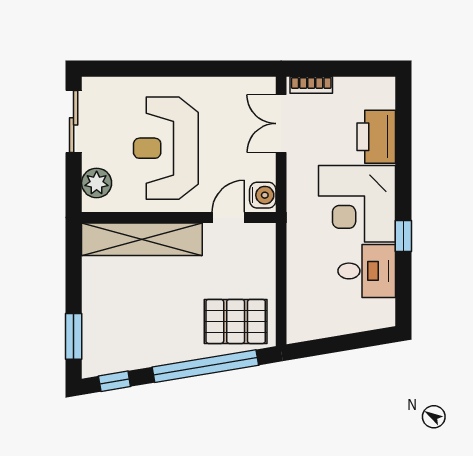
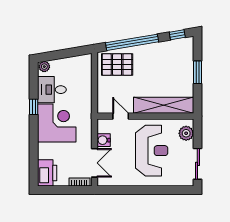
printer: (376, 137) -> (47, 173), moved
water cooler: (263, 195) -> (104, 140), moved
door: (228, 217) -> (121, 116), swing flipped
plant: (382, 317) -> (44, 67), added
window: (74, 336) -> (197, 72), moved

